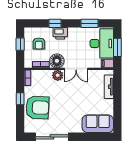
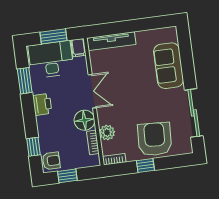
window: (55, 23) -> (33, 147), moved
printer: (60, 33) -> (42, 104), moved
armchair: (39, 44) -> (51, 161), moved
plant: (58, 75) -> (107, 133), moved
tv unit: (109, 87) -> (111, 41), width x1.41
sofa: (98, 124) -> (169, 66), moved

